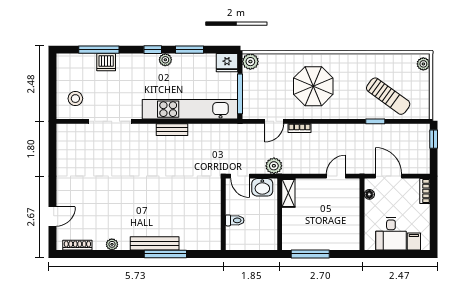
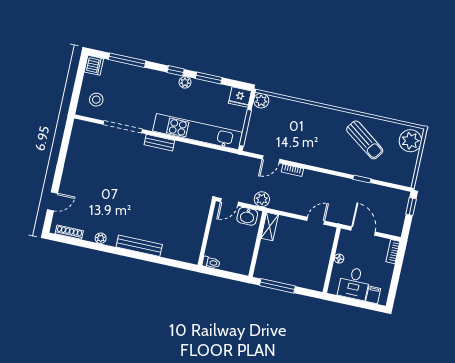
dishwasher: (106, 62) -> (94, 65), moved, turned -90
plant: (423, 64) -> (410, 141), width x1.88, depth x1.88
parasol: (313, 86) -> (313, 135), removed
sun lounger: (388, 96) -> (365, 140), moved
bench: (172, 130) -> (159, 143), moved
door: (240, 176) -> (229, 202), hinge flipped
floor lamp: (369, 194) -> (339, 259), moved
toilet: (235, 220) -> (211, 262), moved
window: (165, 254) -> (147, 257), removed

